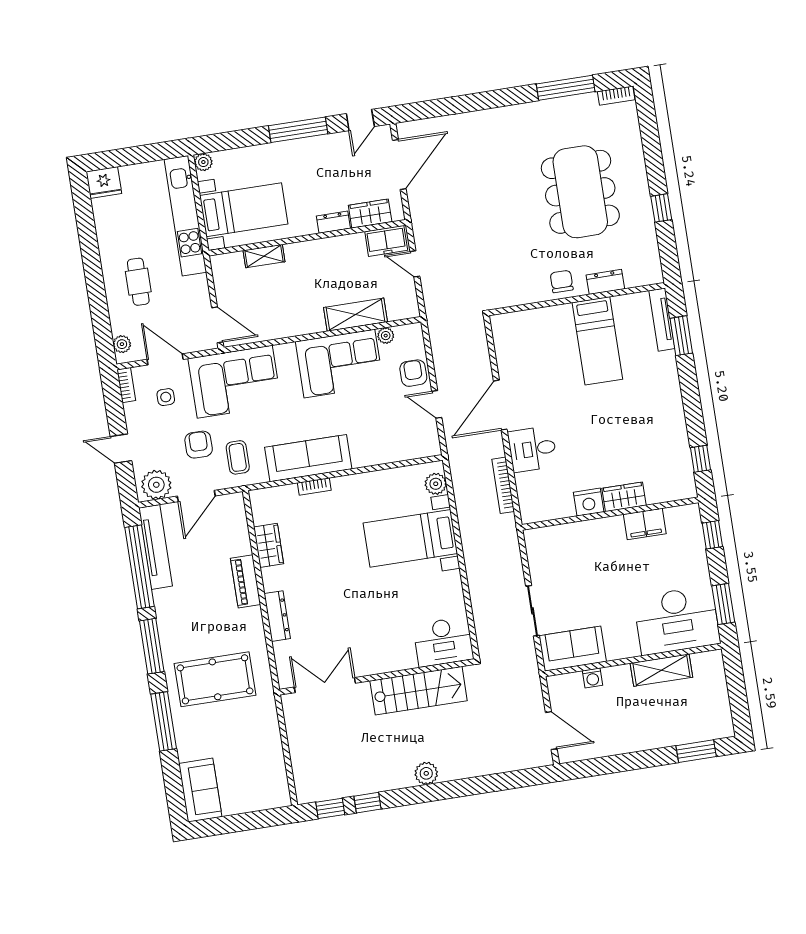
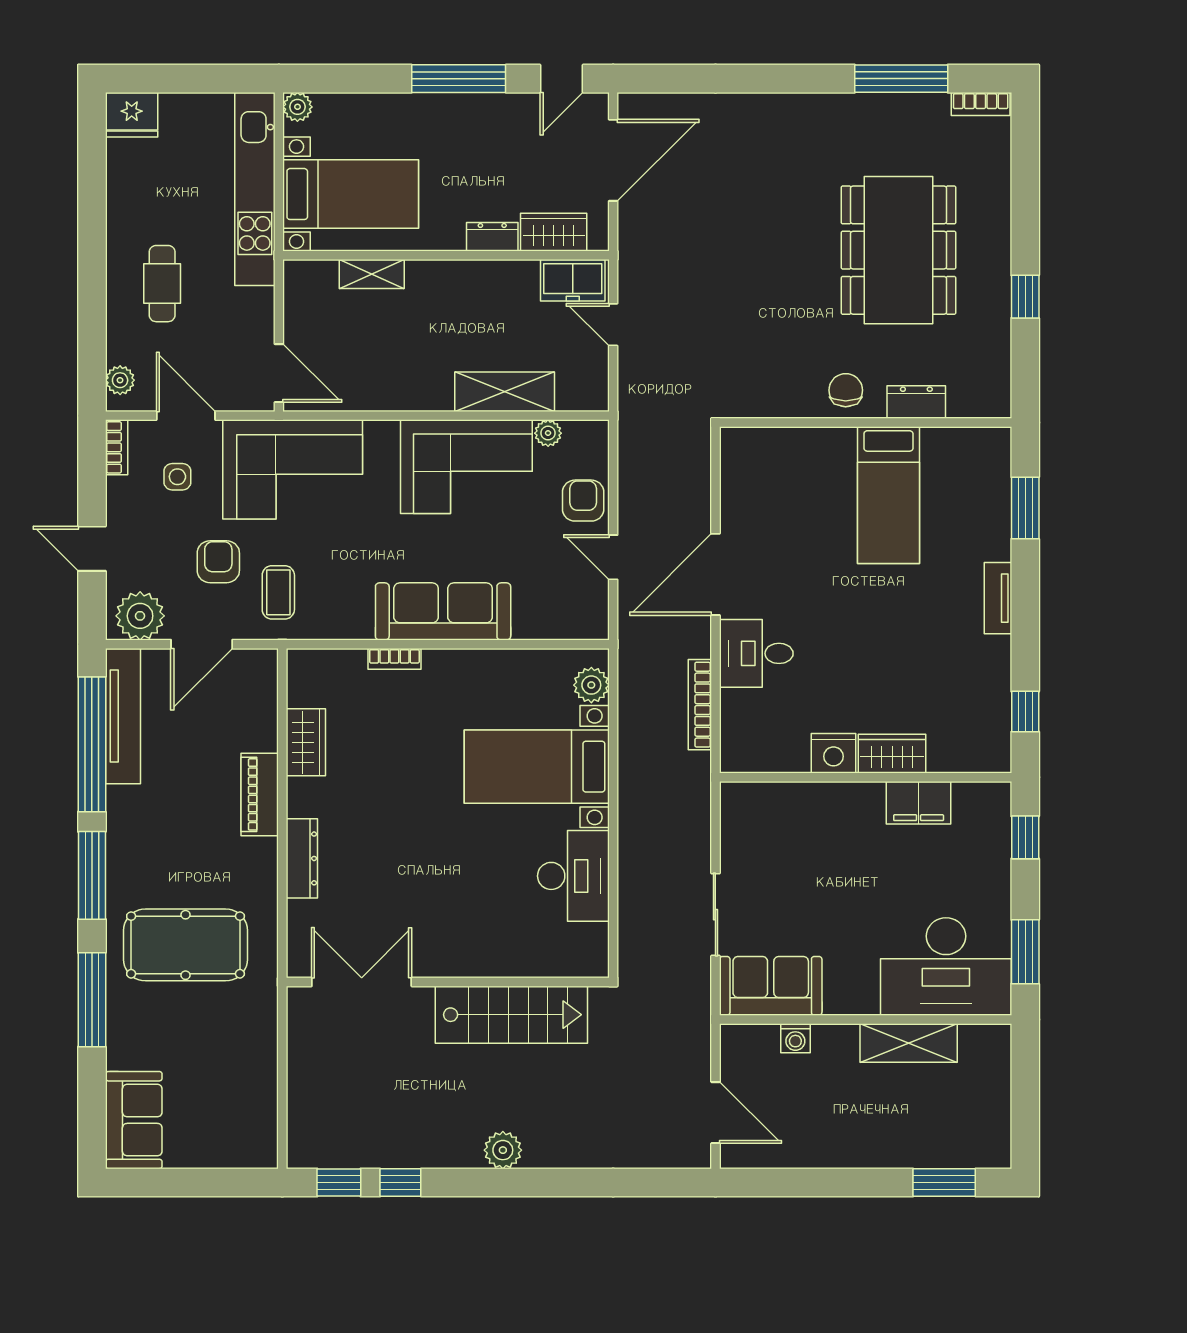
tv unit: (662, 320) -> (998, 598), moved, width x0.71
sofa: (308, 458) -> (443, 611), moved
desk: (443, 642) -> (573, 876), moved, turned -90

